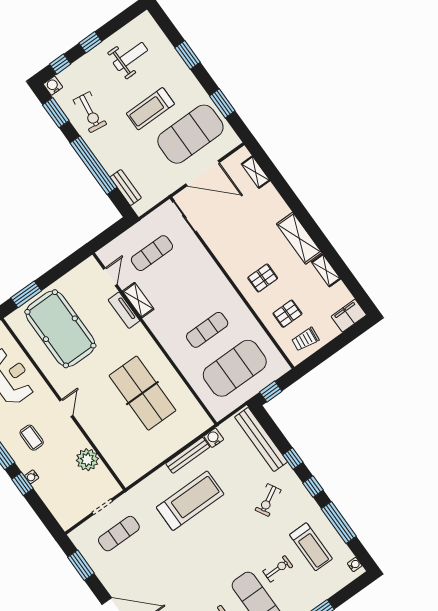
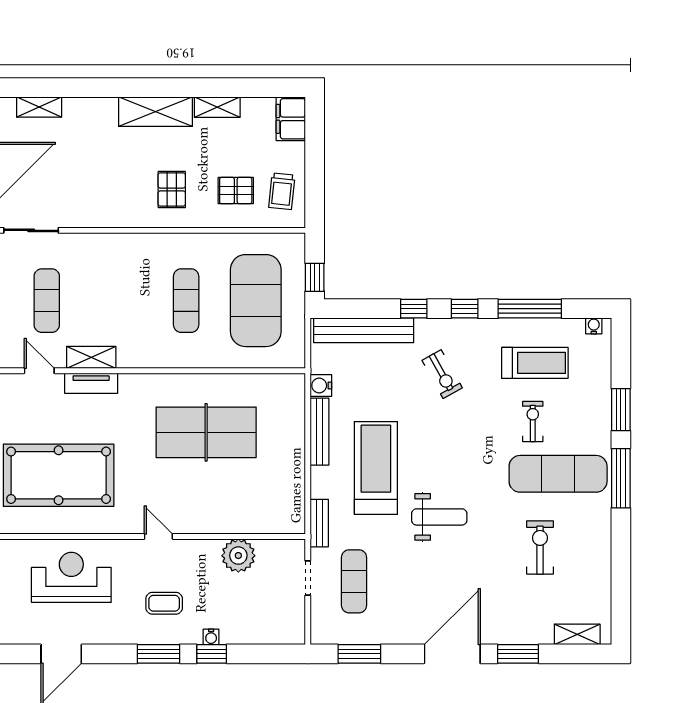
pallet: (287, 314) -> (236, 191), turned 90
bench: (137, 491) -> (319, 523), added
weight bench: (188, 555) -> (439, 517), added

